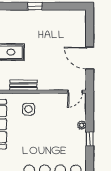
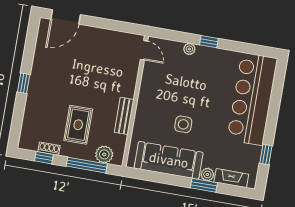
door: (90, 58) -> (66, 17), moved
side table: (28, 109) -> (183, 124), moved

